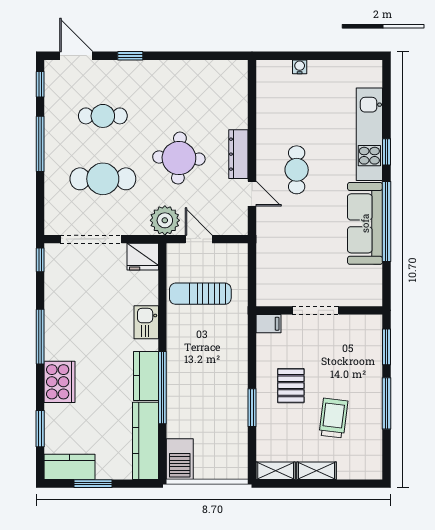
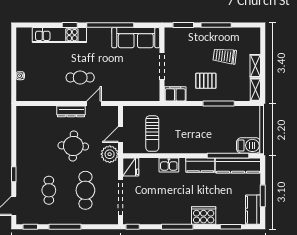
sofa: (365, 223) -> (136, 38), moved
filing cabinet: (268, 324) -> (175, 94), width x2.00
window: (162, 388) -> (228, 156), moved
window: (252, 408) -> (219, 103), width x1.44

